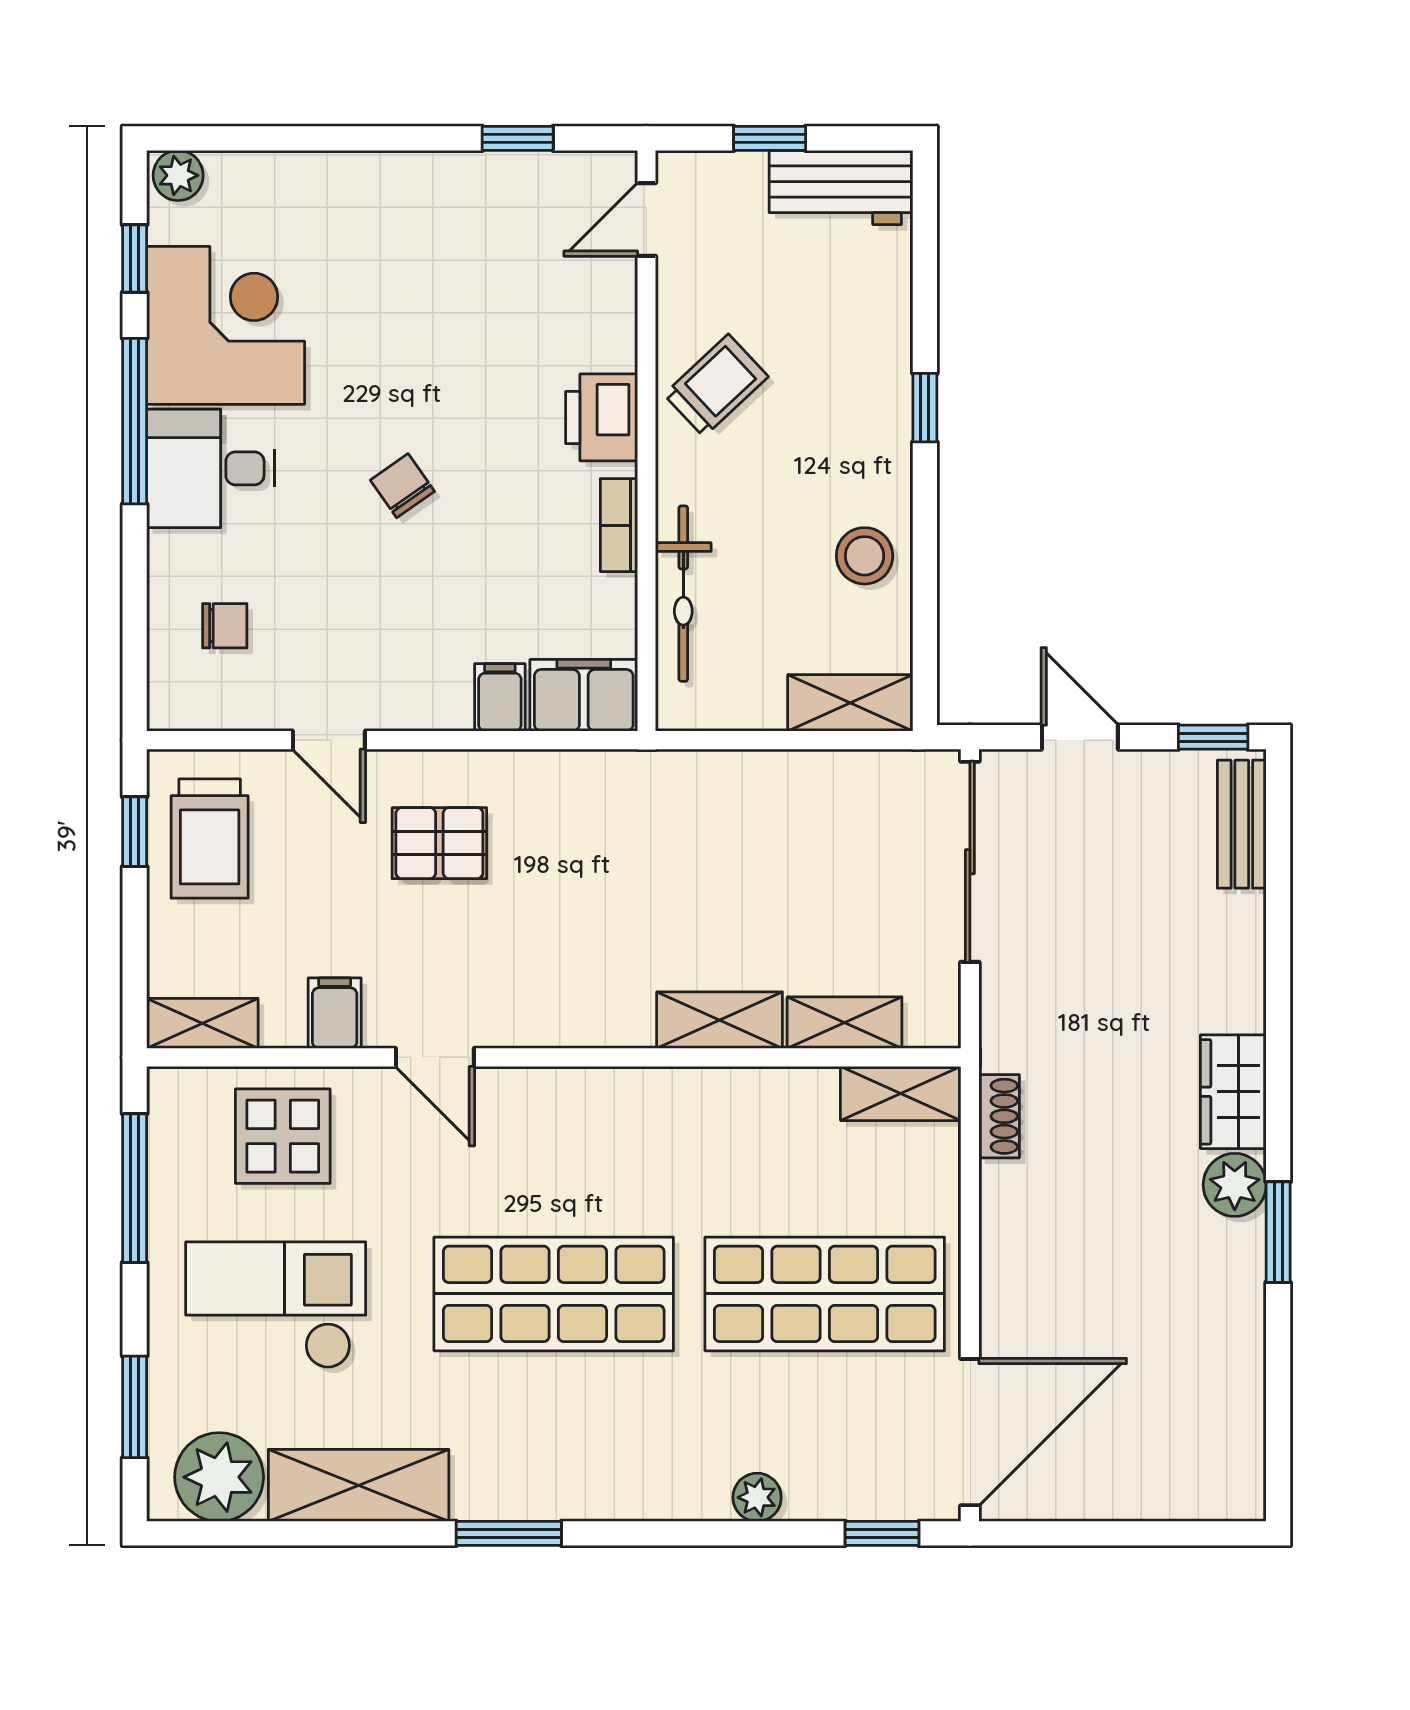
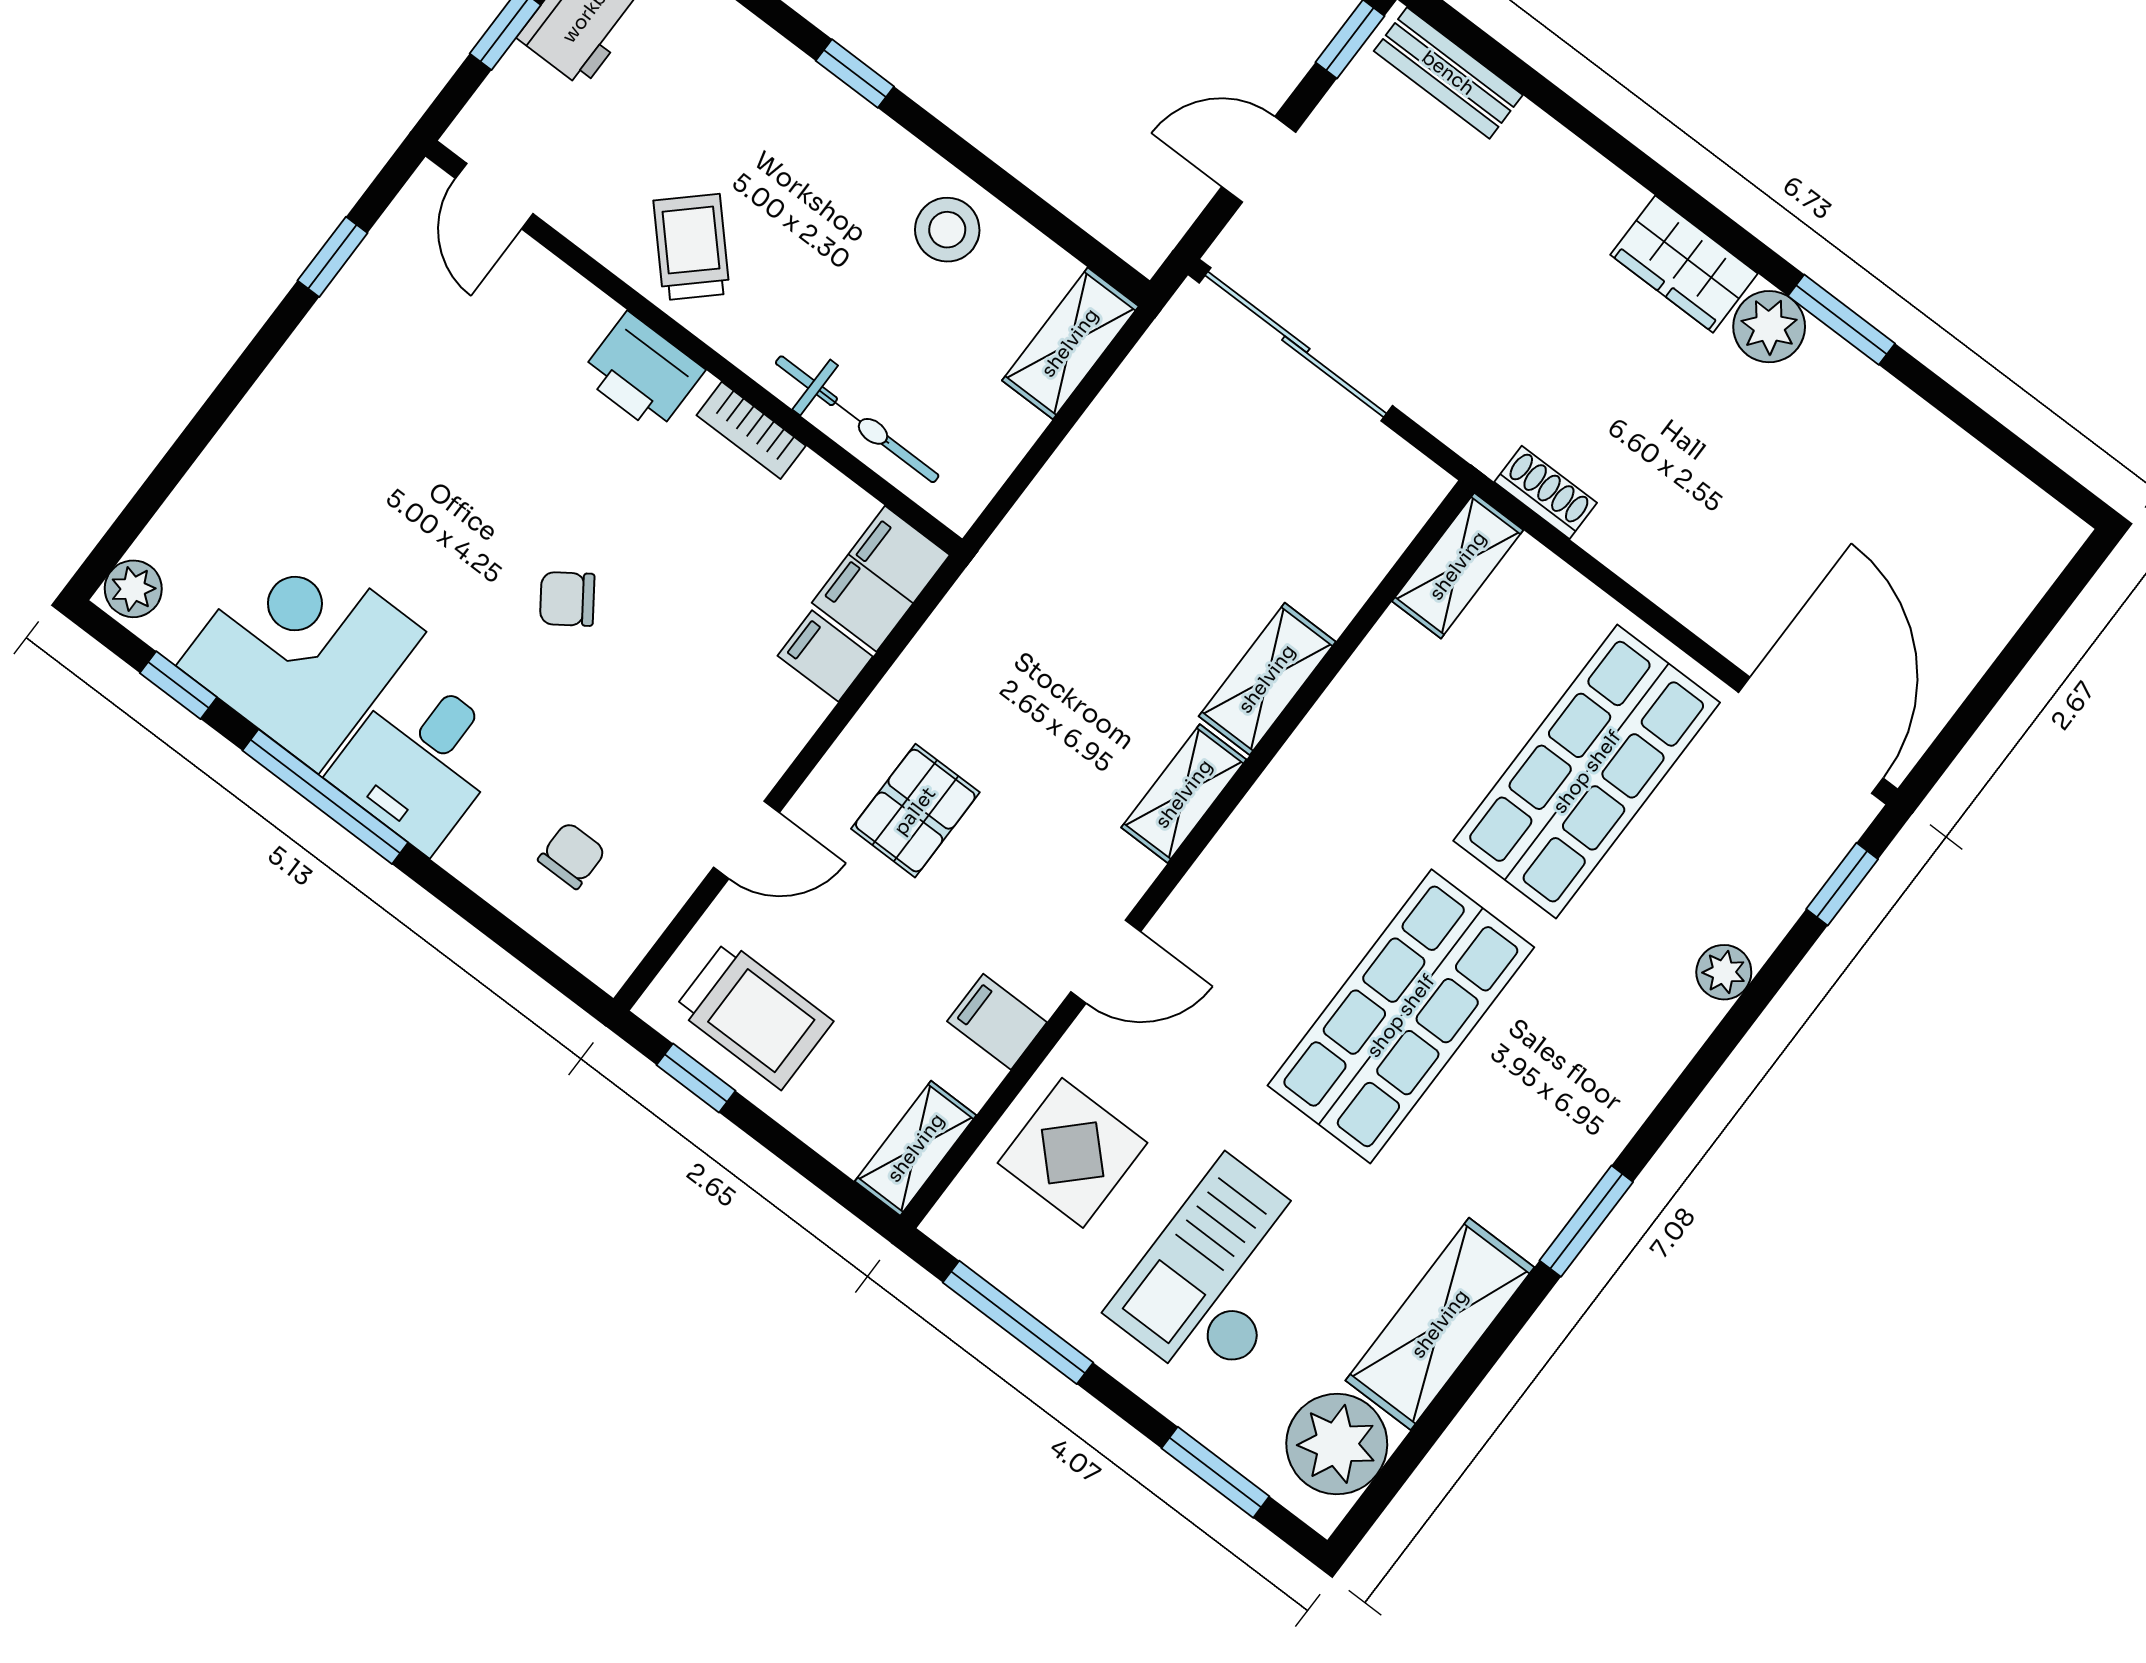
shelving: (845, 1023) -> (1184, 794), moved

